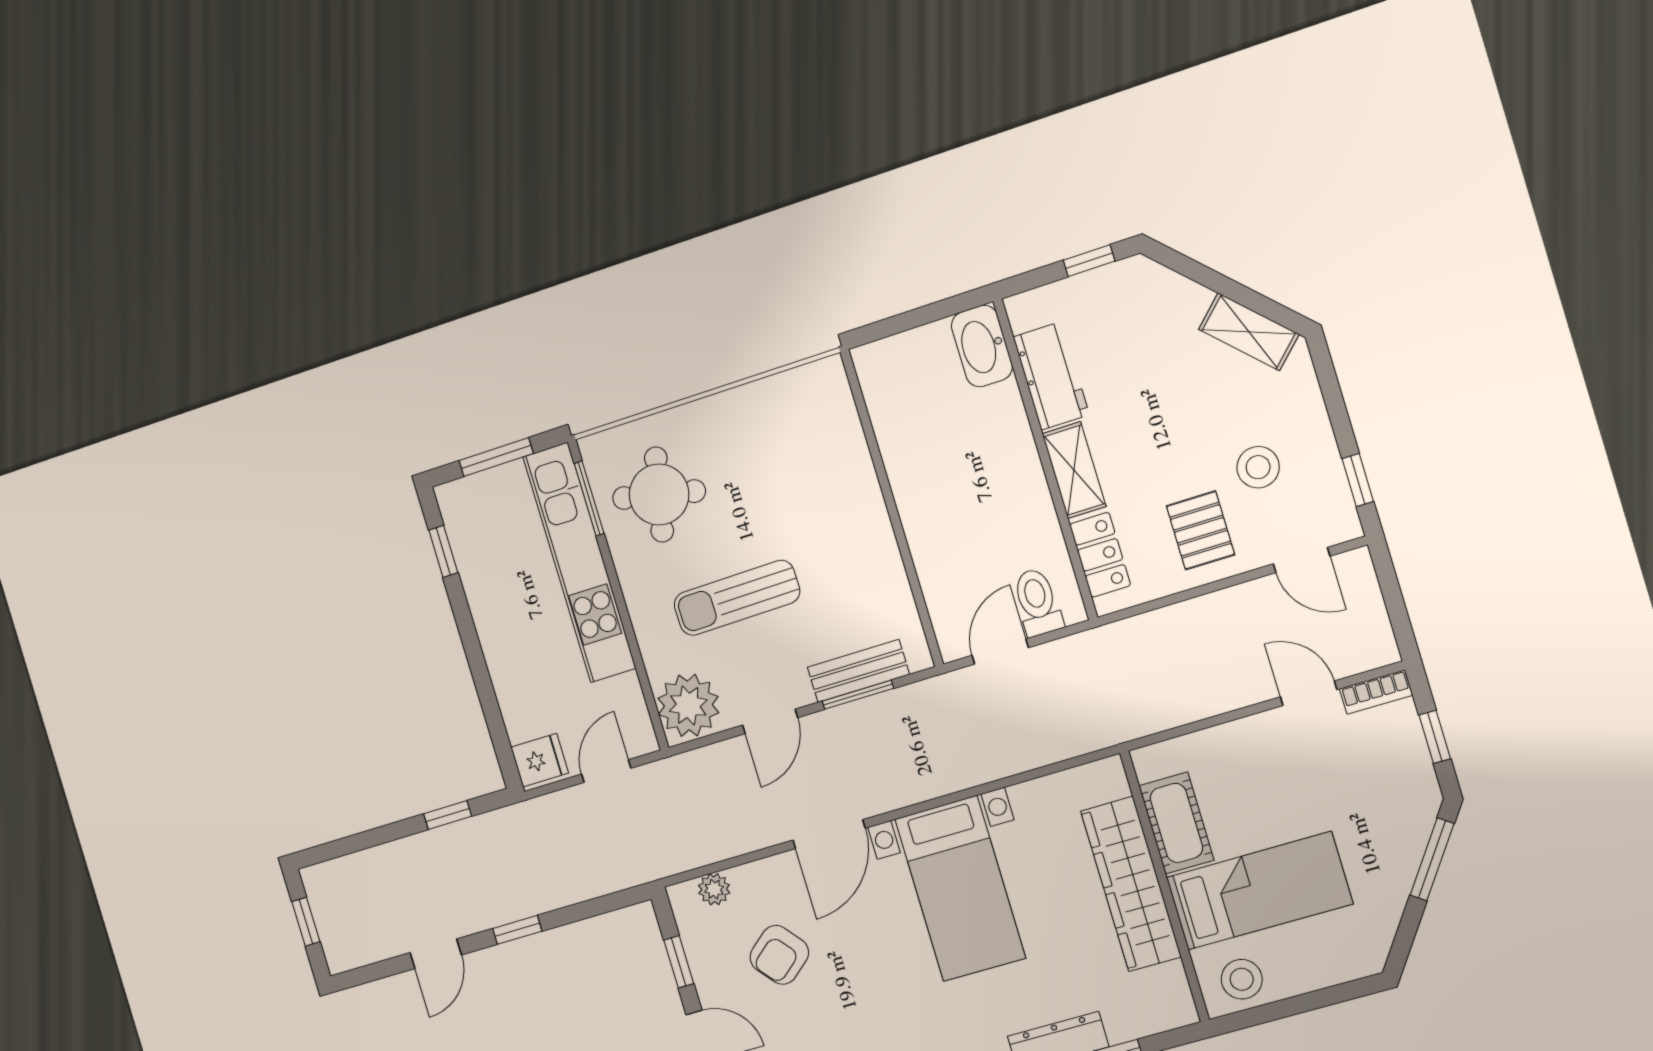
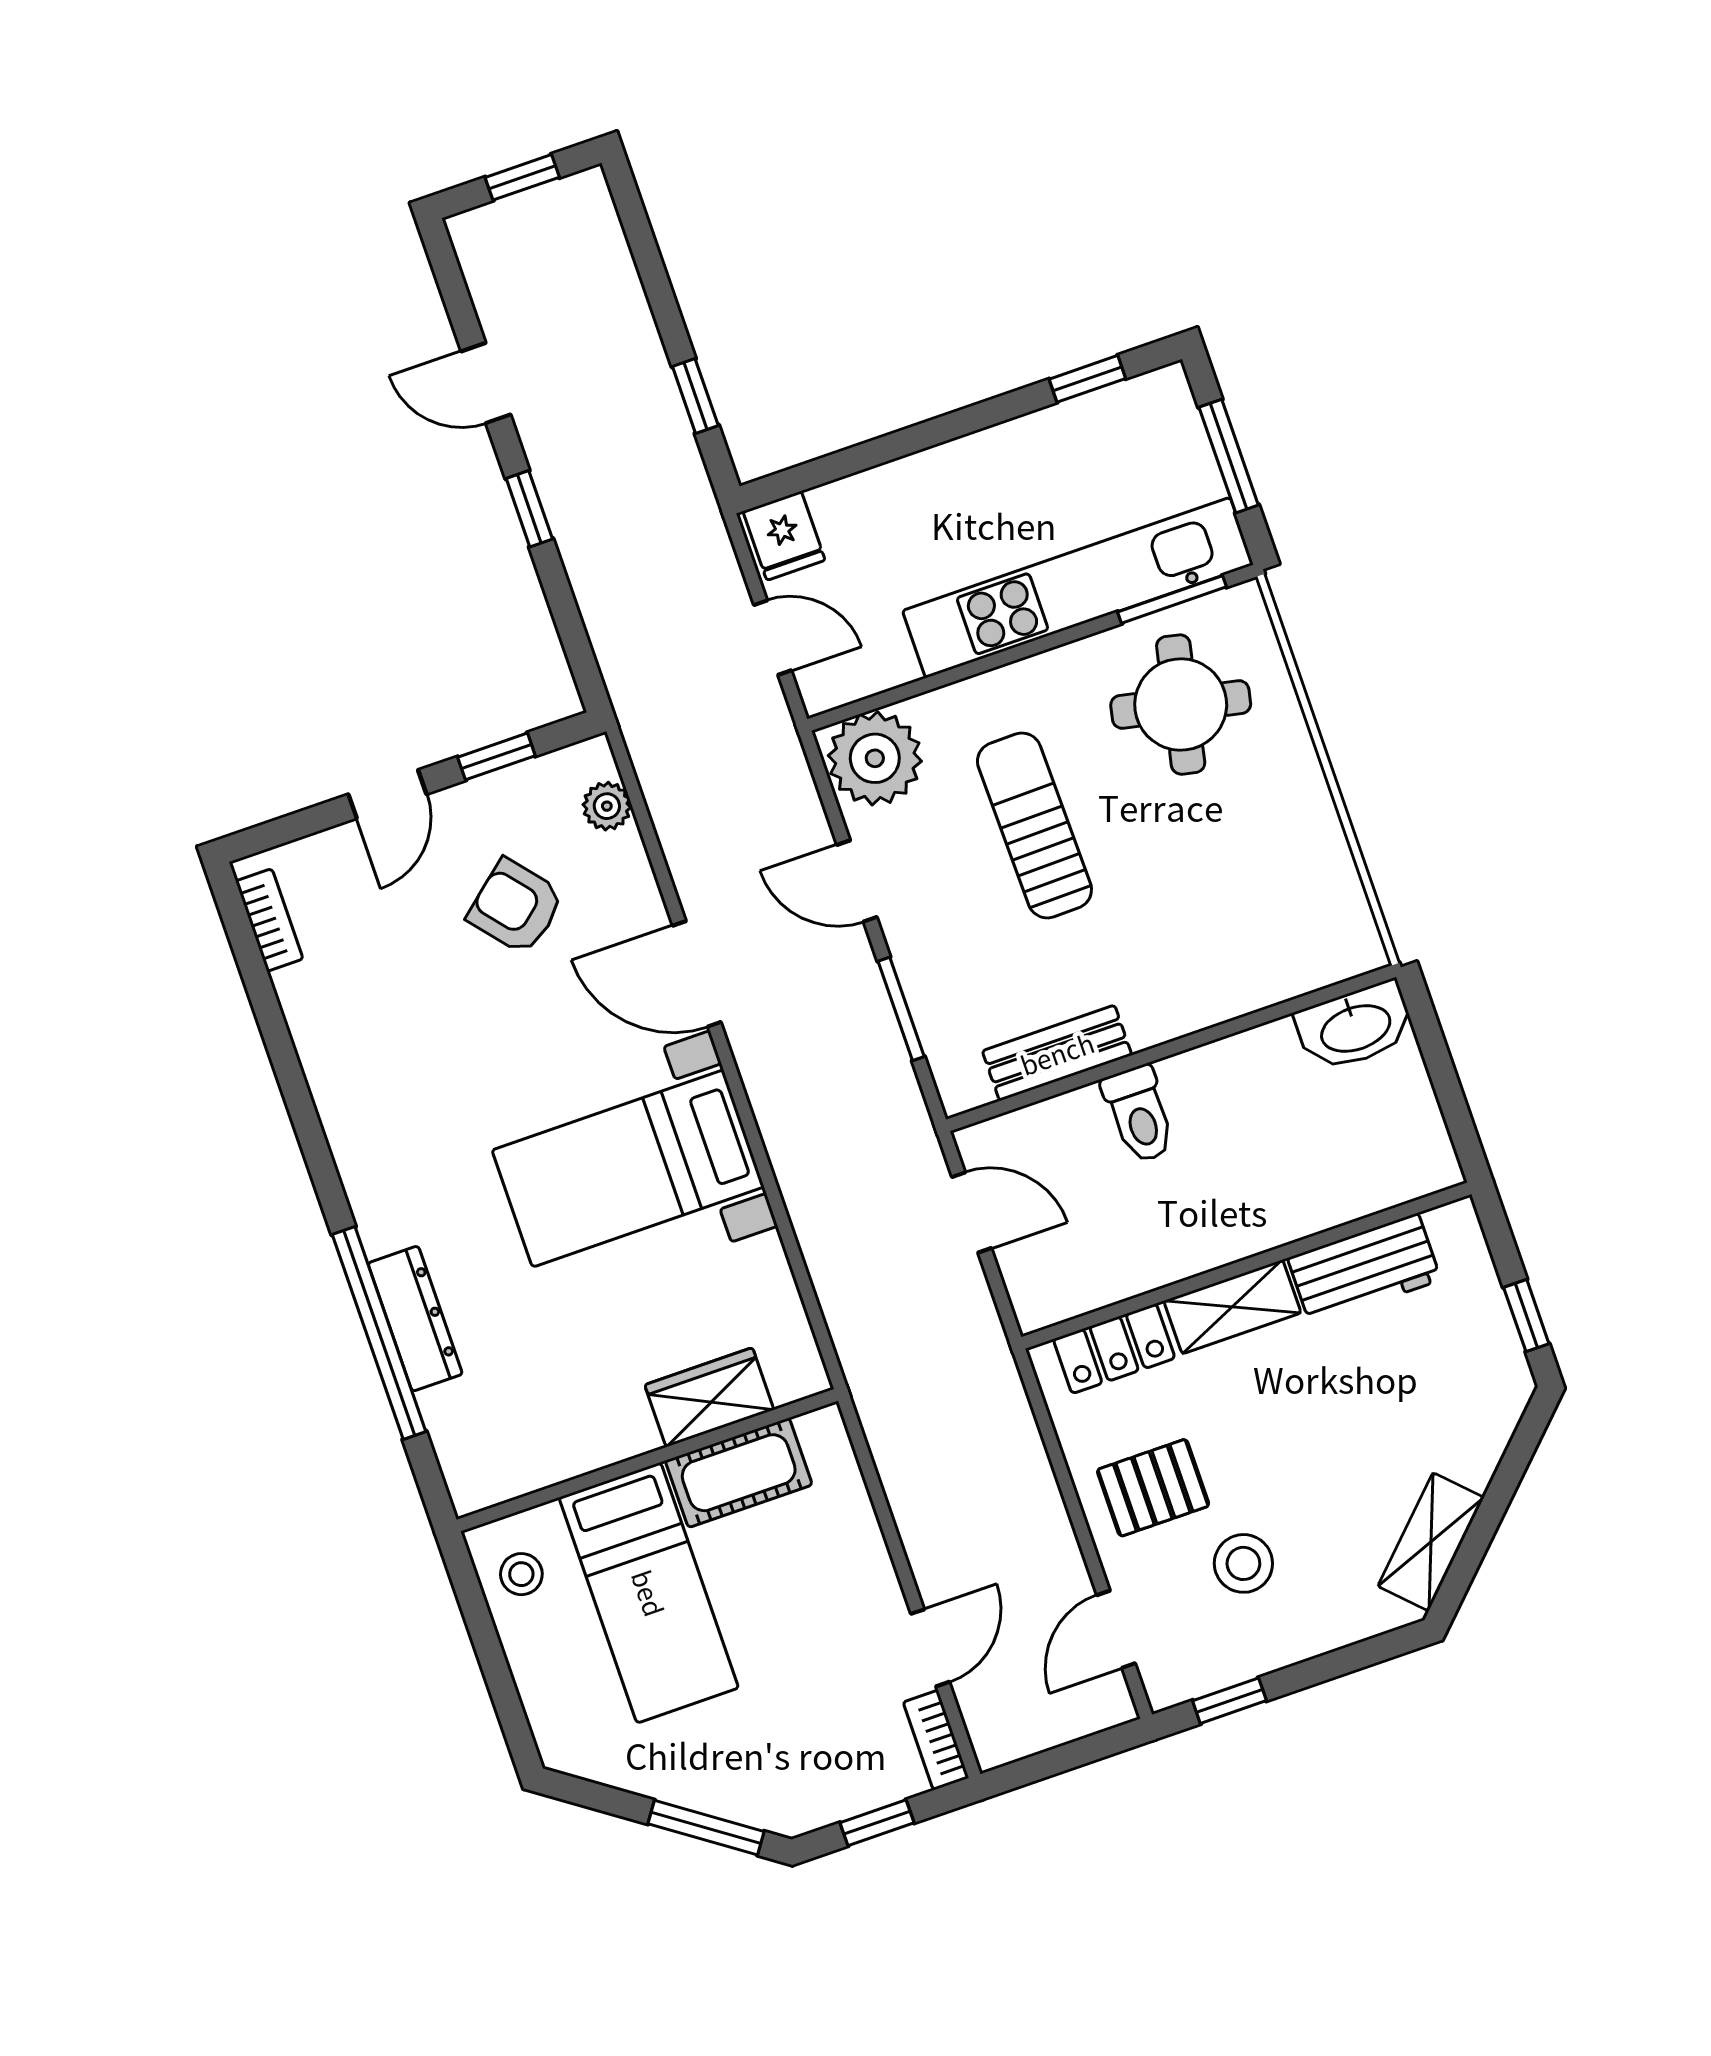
washbasin: (982, 346) -> (1355, 1027), moved, turned 180
toilet: (1037, 602) -> (1139, 1114), moved, turned 90
bench: (858, 671) -> (1057, 1053), moved, turned 90
wardrobe: (1131, 884) -> (709, 1397), width x0.48, depth x0.85
stool: (1242, 979) -> (521, 1574), width x0.73, depth x0.73

